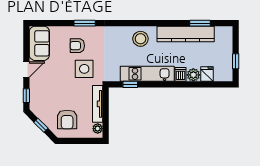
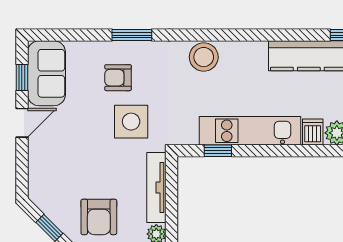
stool: (140, 39) -> (204, 57), moved
window: (26, 96) -> (22, 78), moved

